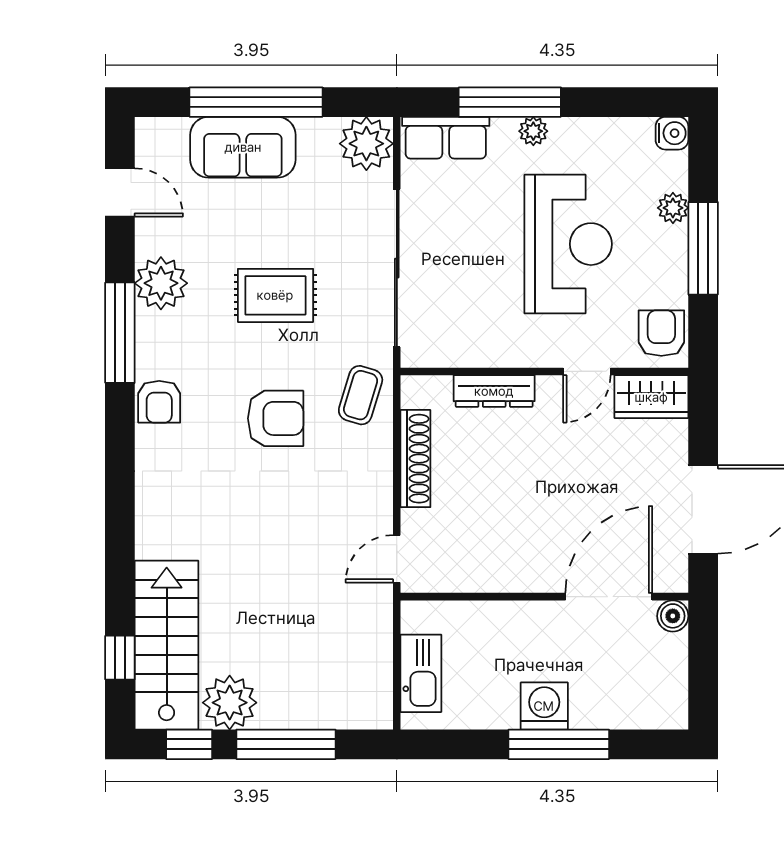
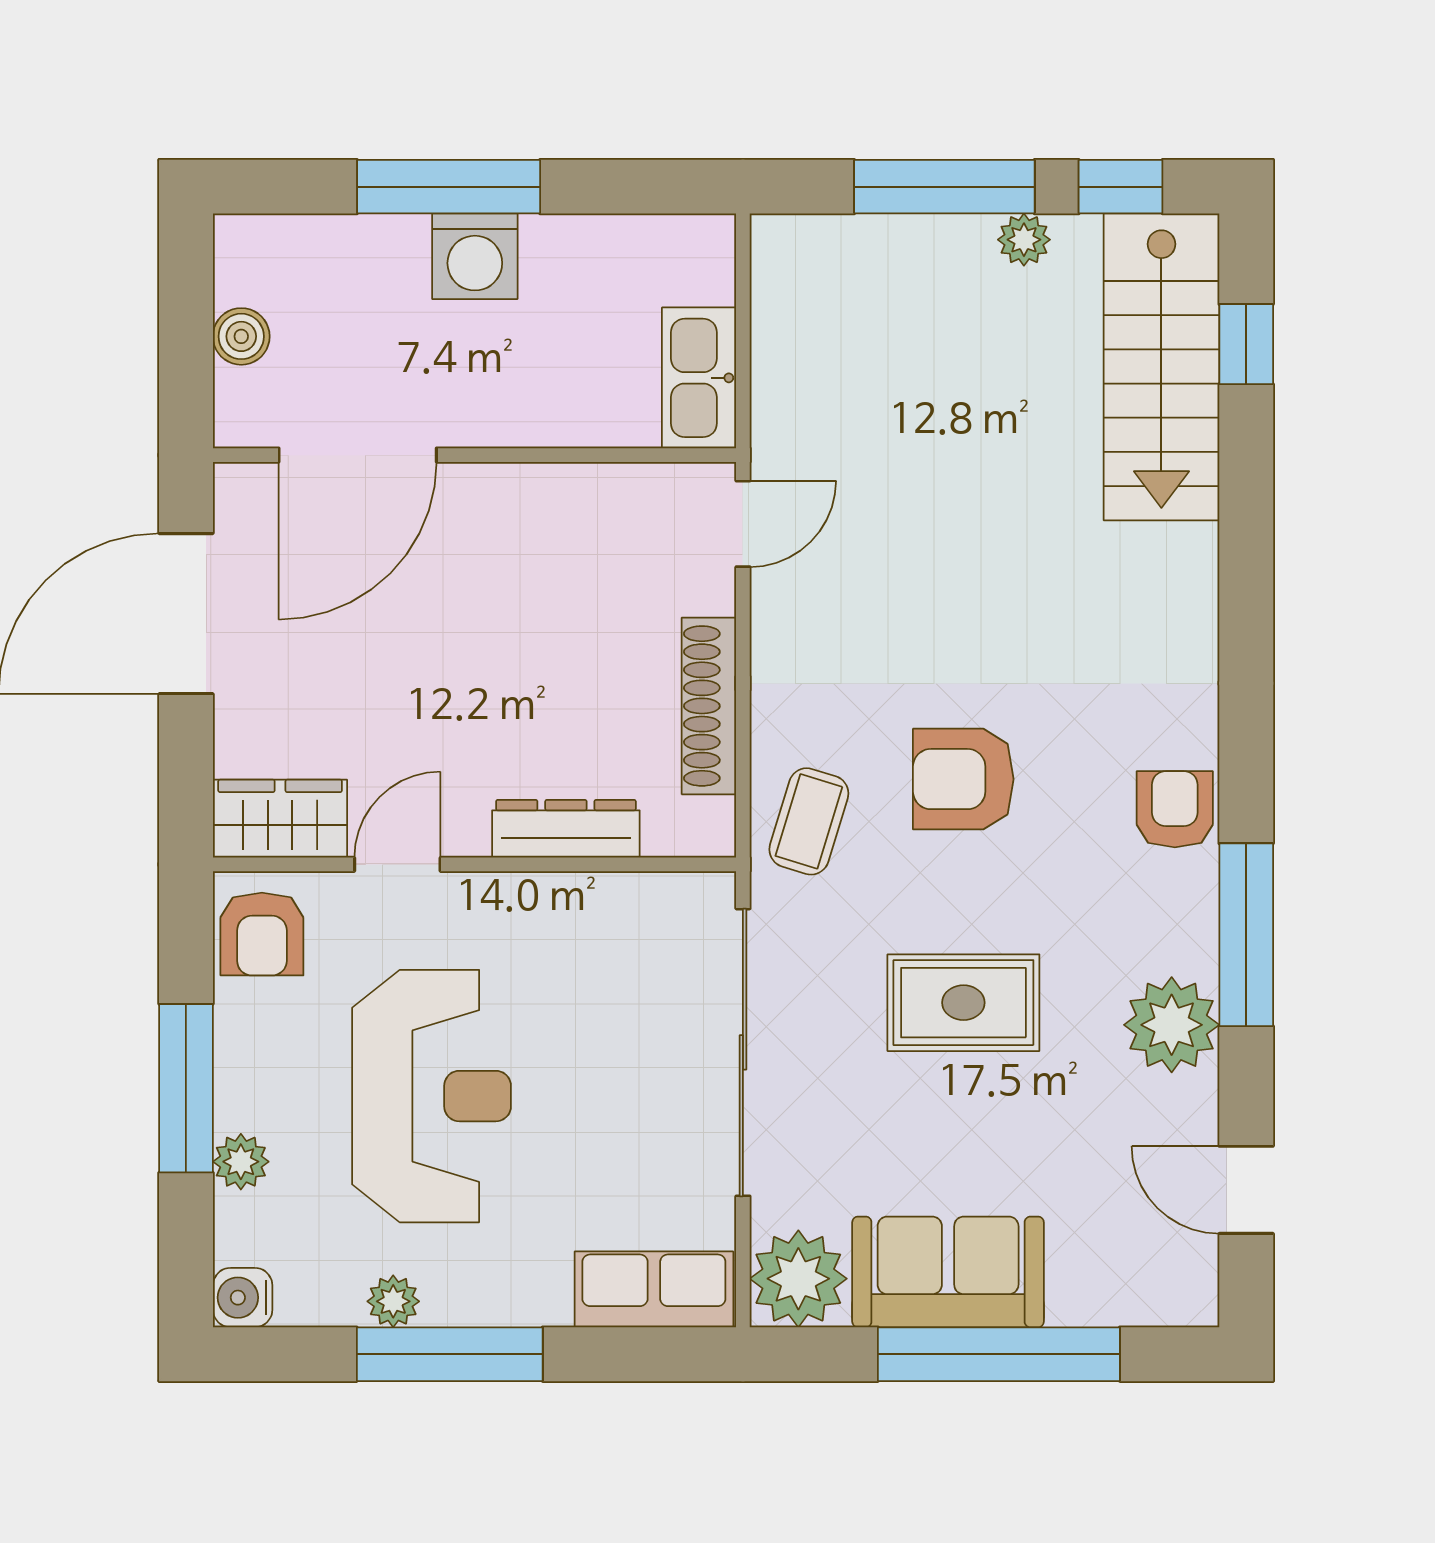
window: (510, 102) -> (450, 1354), moved
plant: (533, 131) -> (393, 1301), moved
sofa: (243, 147) -> (948, 1272), moved
reception desk: (568, 244) -> (431, 1096), turned 180
boiler: (673, 616) -> (241, 336), moved
kitchen sink: (421, 673) -> (699, 378), moved
plant: (230, 703) -> (1024, 240), width x0.53, depth x0.53

